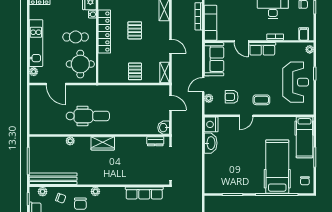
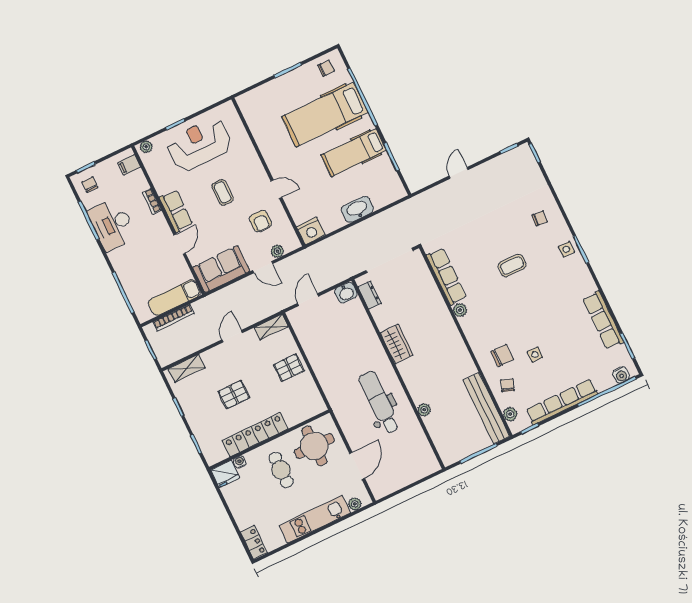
coffee table: (261, 100) -> (223, 192), moved
hospital bed: (304, 137) -> (354, 153), moved, turned 180
wardrobe: (103, 143) -> (397, 344), moved
washbasin: (211, 143) -> (357, 209), moved
plant: (95, 191) -> (460, 310), moved

